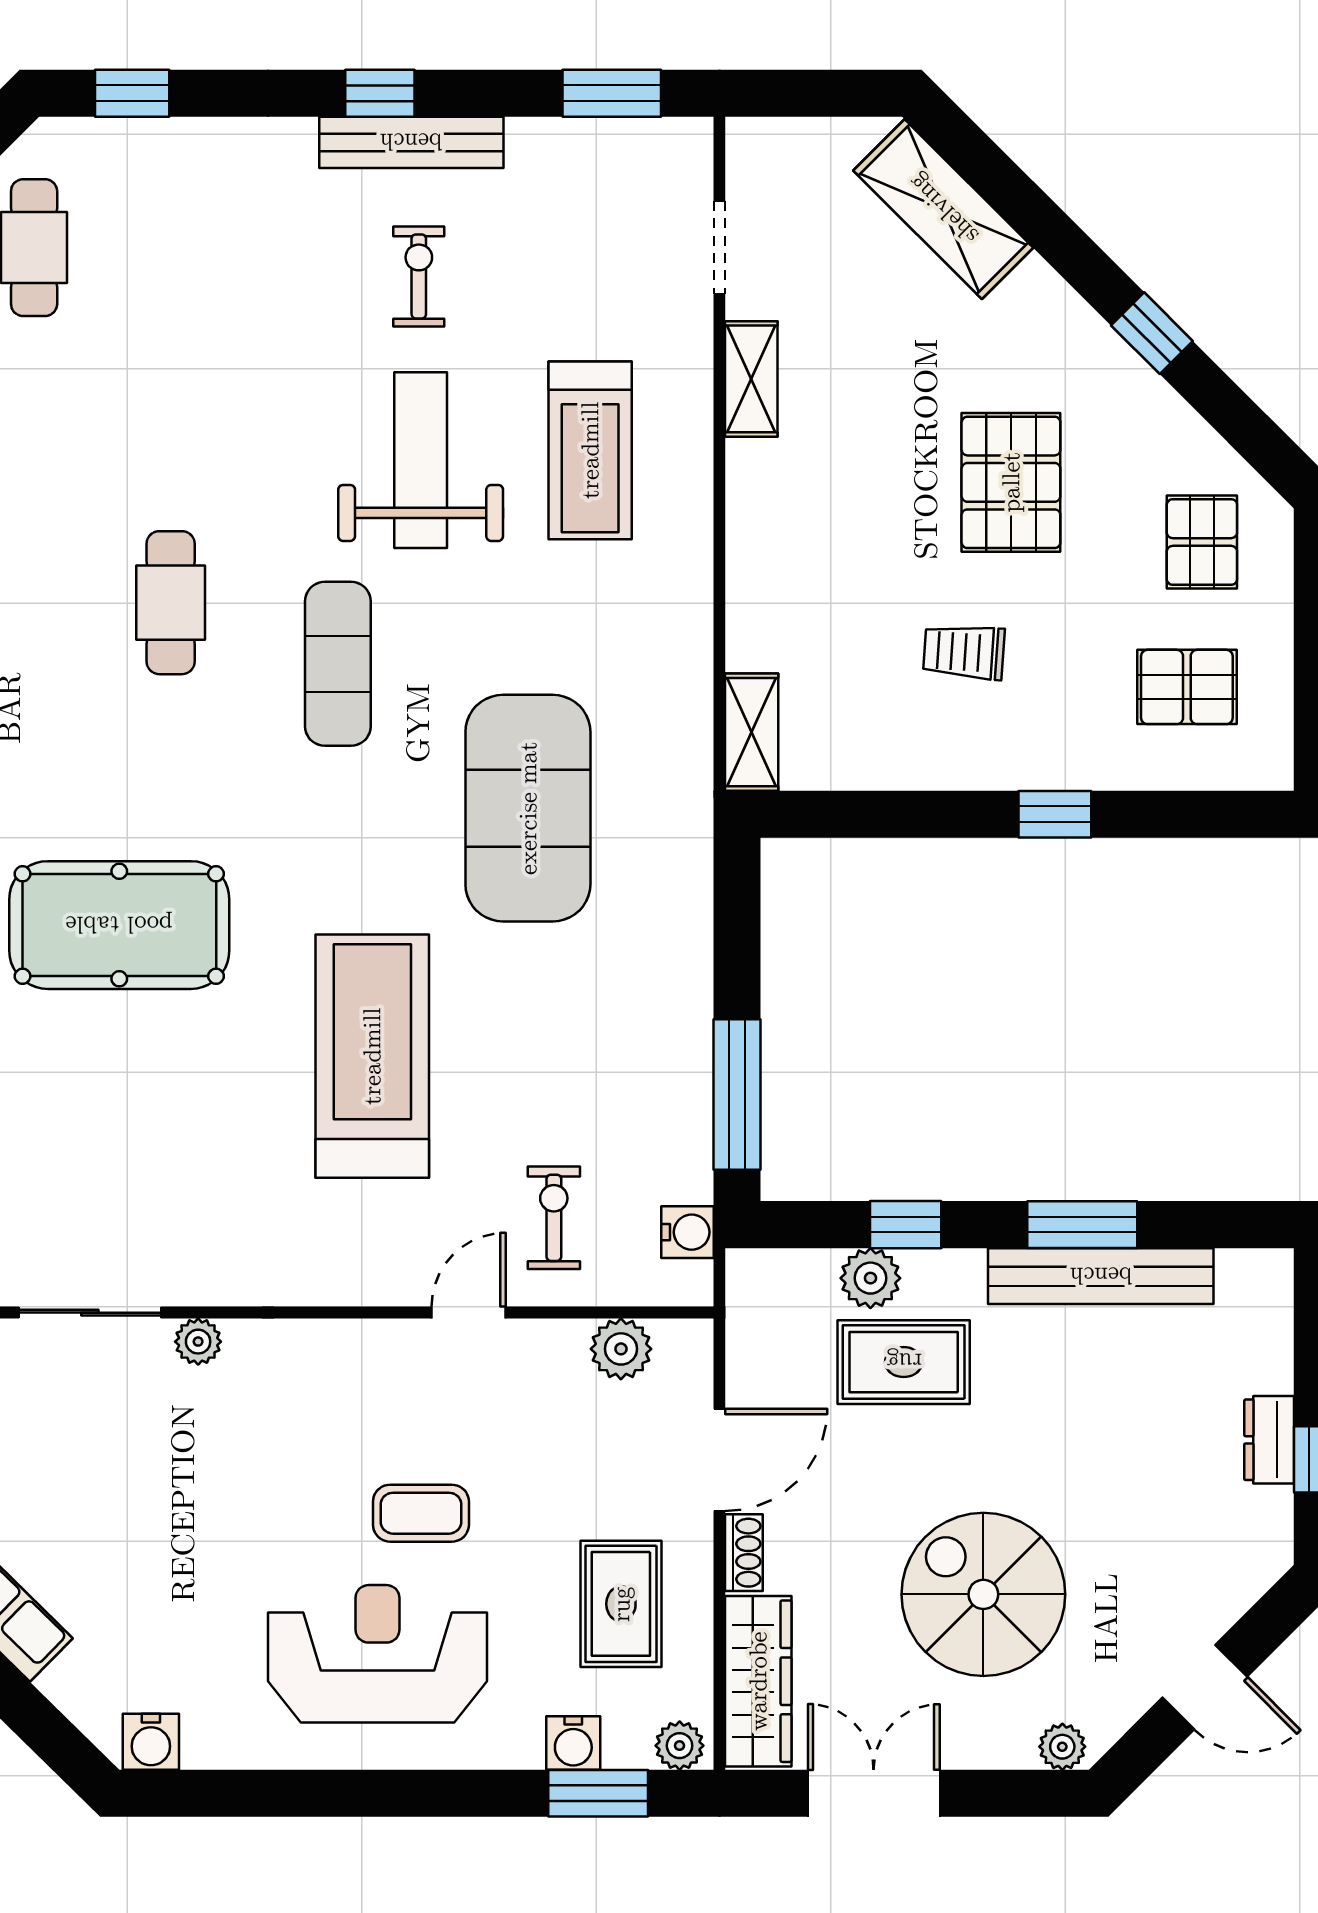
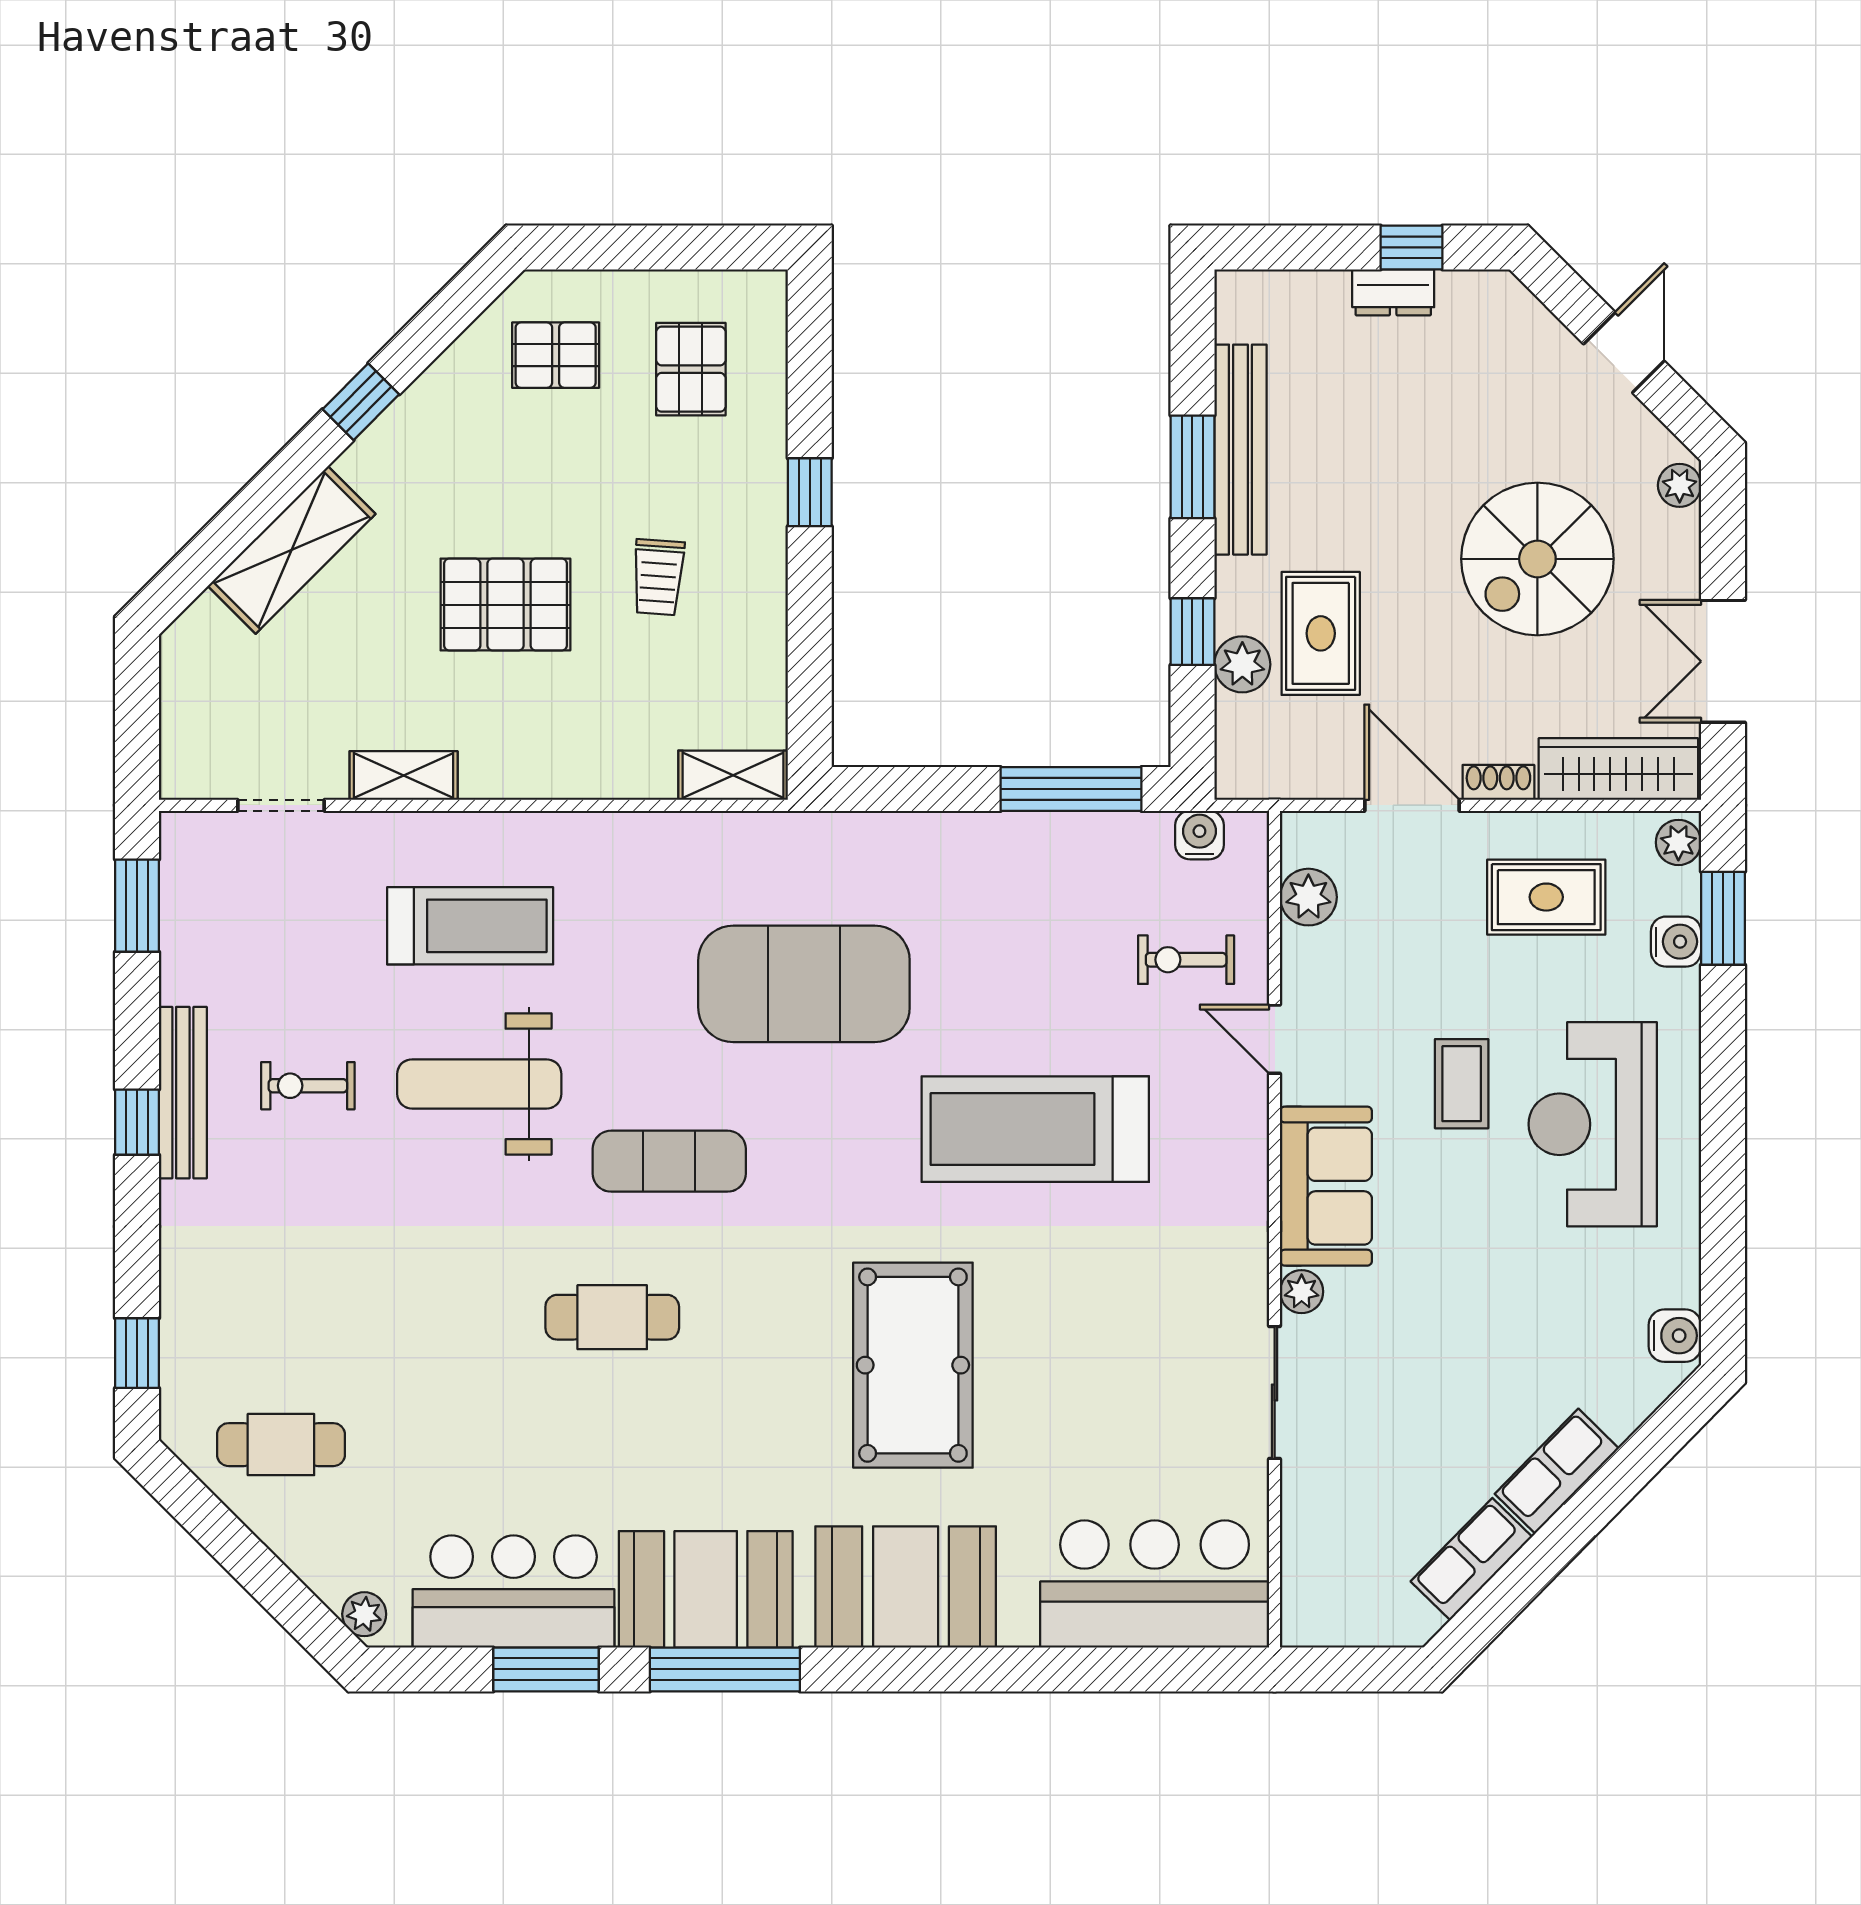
shelving: (943, 209) -> (292, 550), moved
pallet: (1011, 482) -> (505, 605), moved
sofa: (311, 1368) -> (1326, 1186), added

